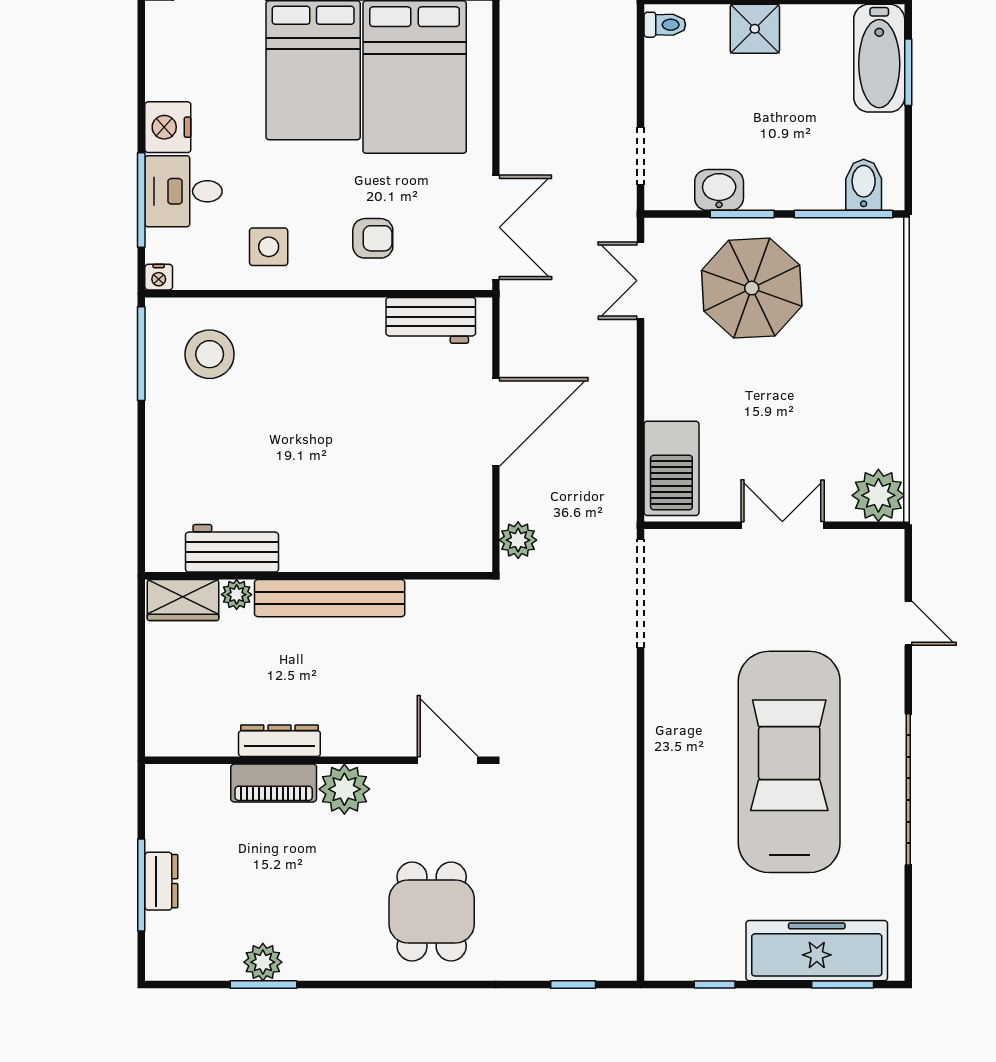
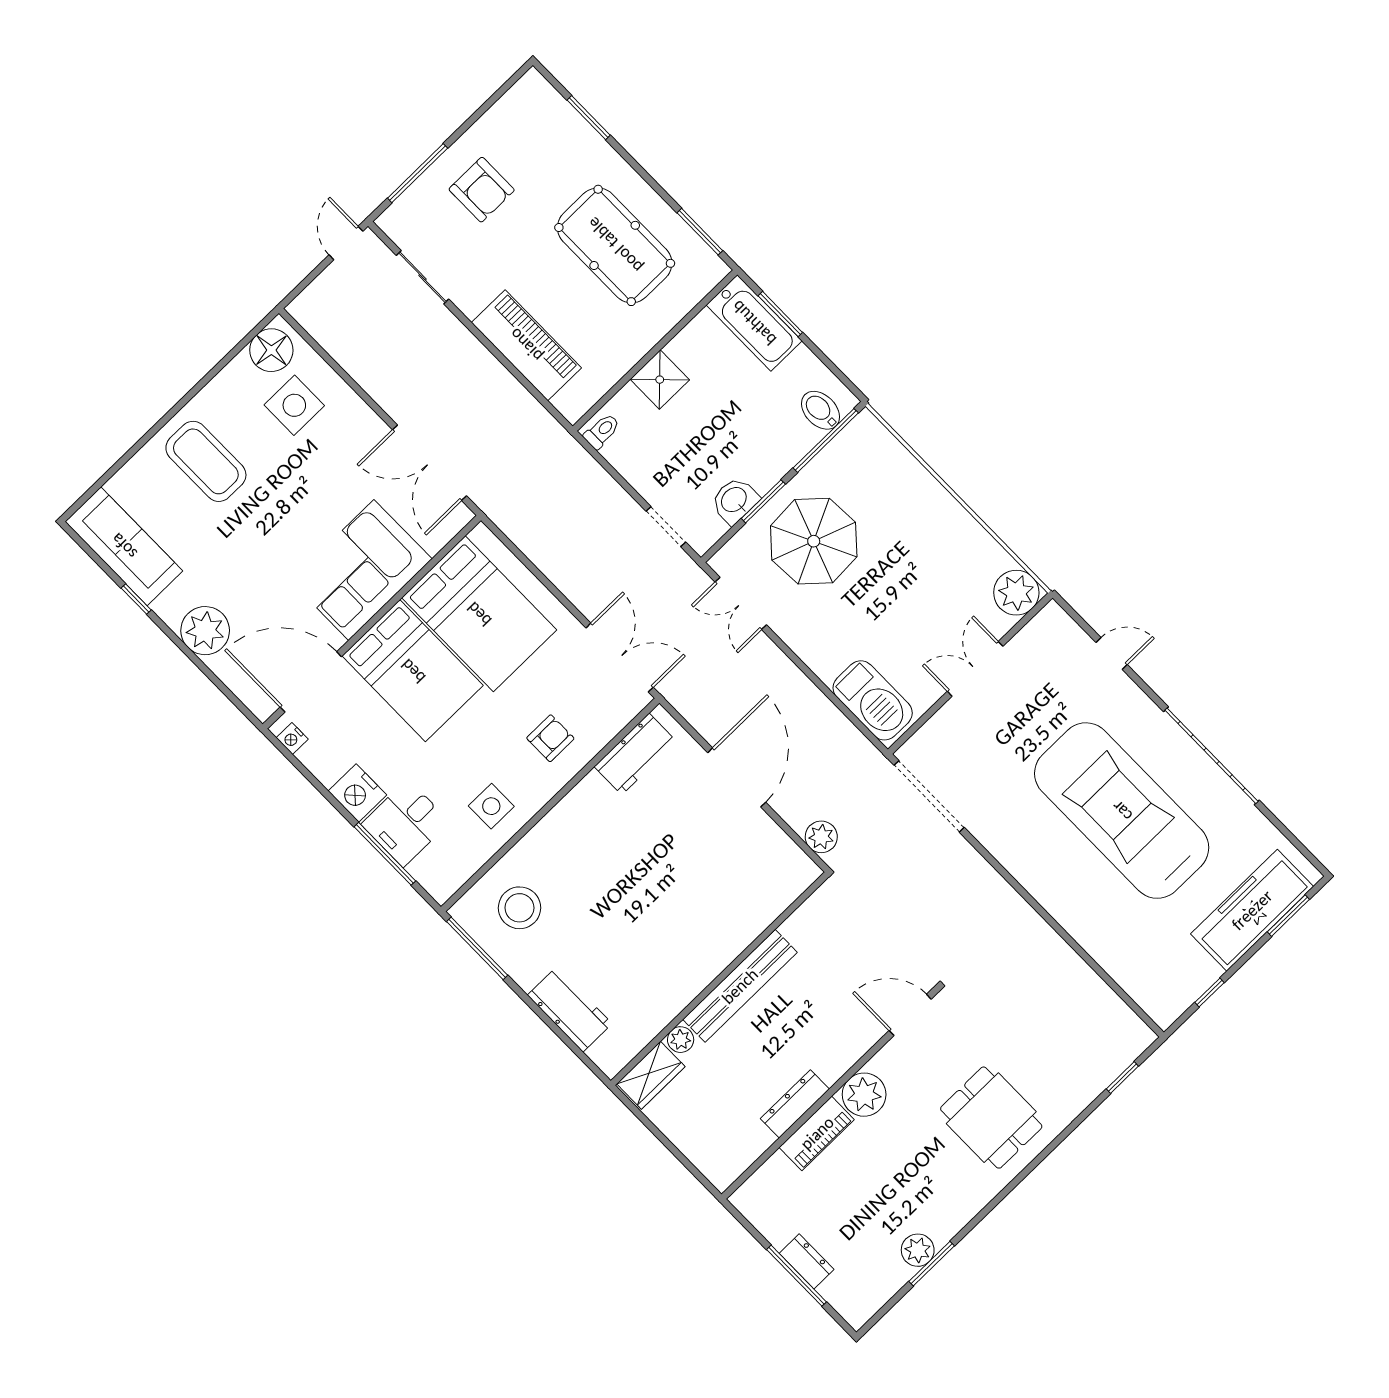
nightstand: (159, 277) -> (292, 739), moved, turned 90
workbench: (232, 548) -> (570, 1009), moved, turned 90

